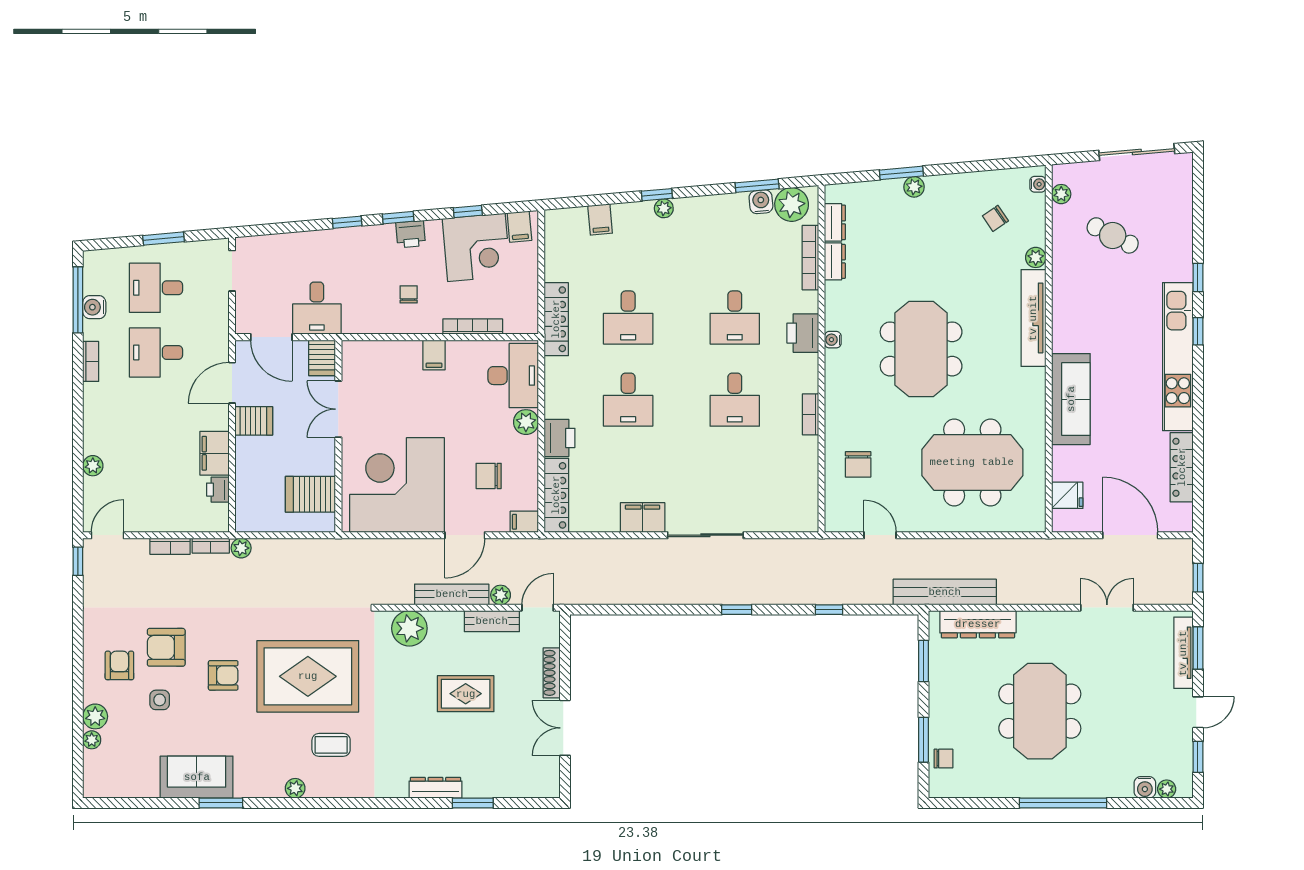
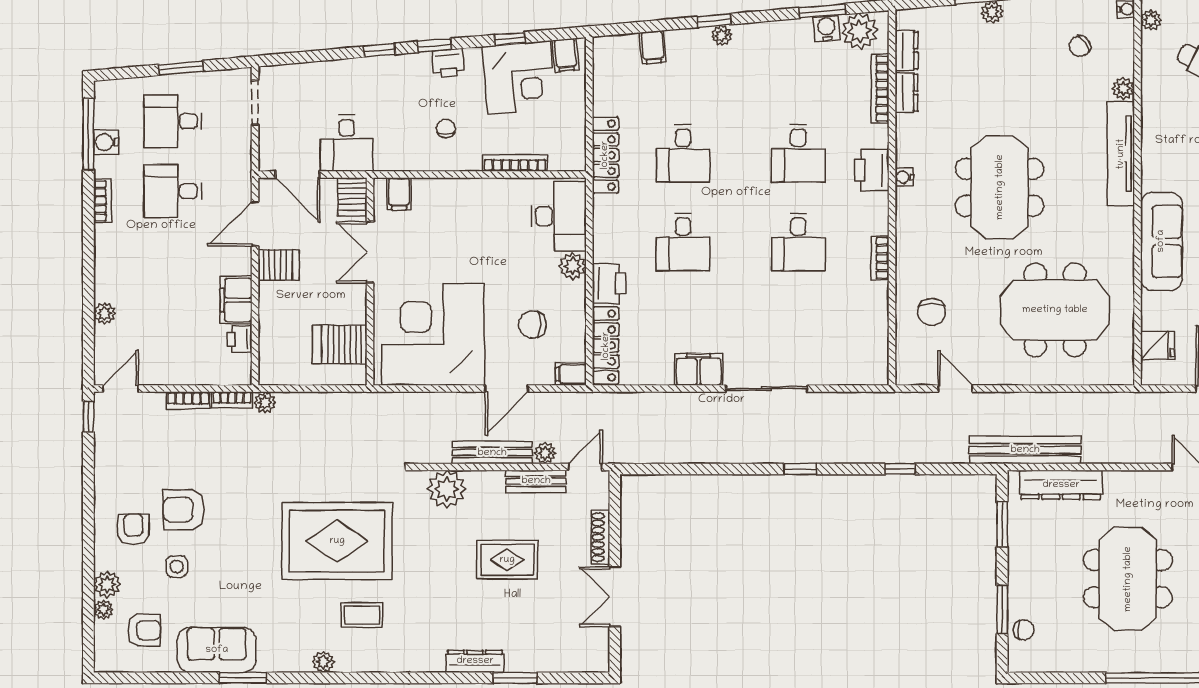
filing cabinet: (434, 355) -> (399, 194), moved
armchair: (223, 675) -> (144, 630), moved

